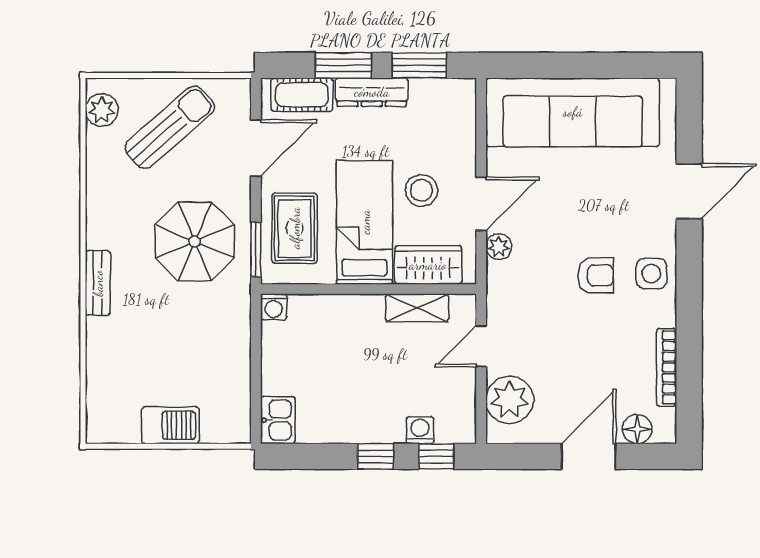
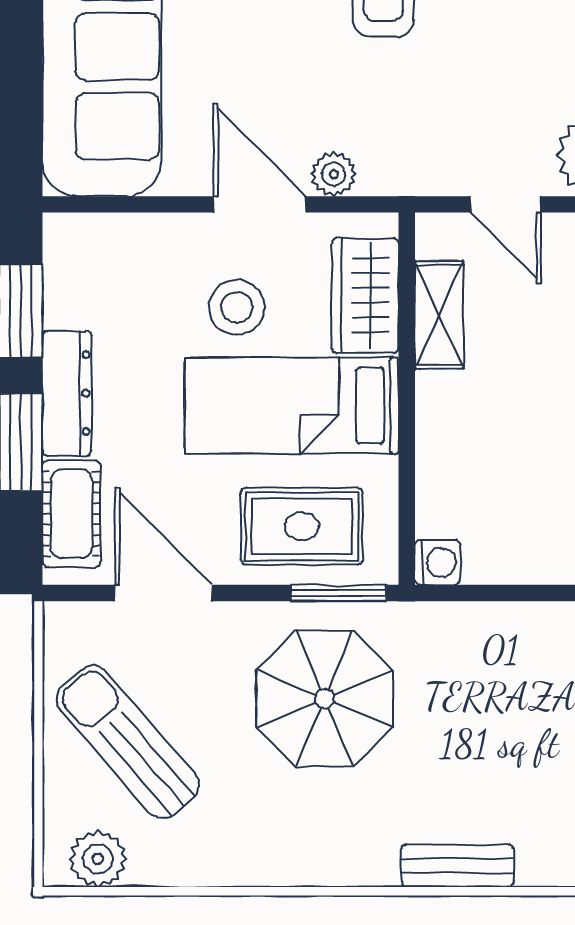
bench: (98, 283) -> (457, 866), moved

